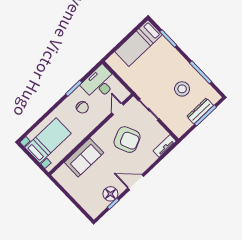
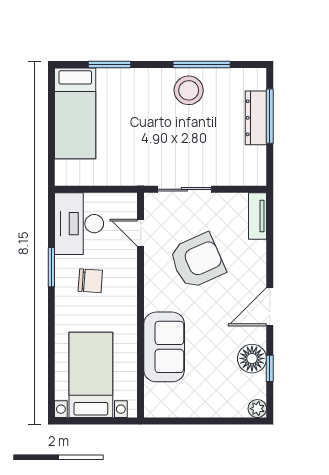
stool: (182, 89) -> (189, 90), moved
plant: (94, 213) -> (257, 409), added

